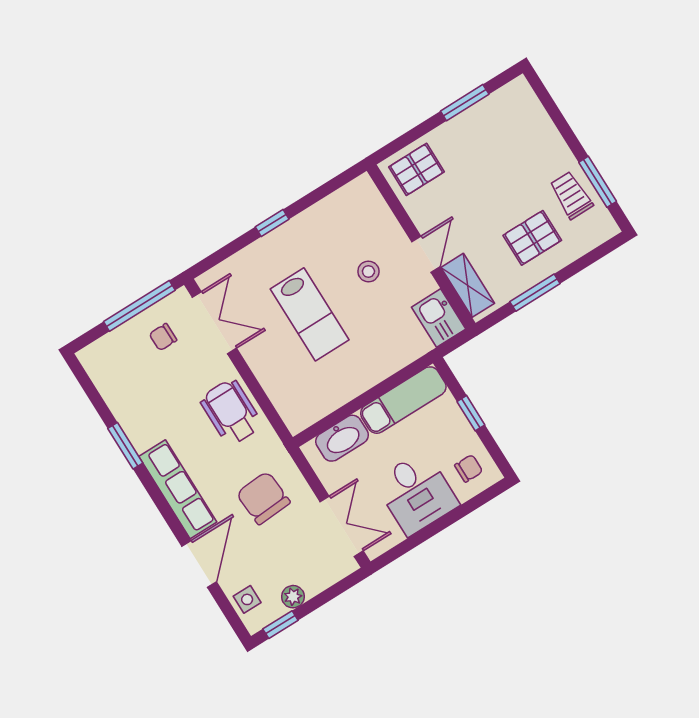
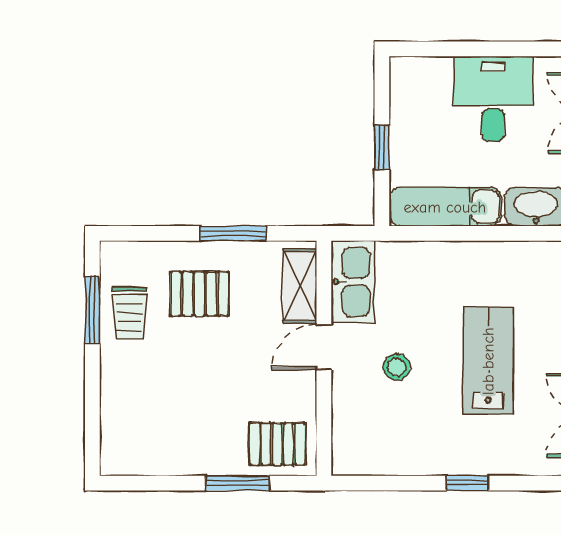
window: (465, 103) -> (237, 483), moved
kitchen sink: (439, 318) -> (353, 282), width x1.38
chair: (469, 468) -> (421, 90), removed

